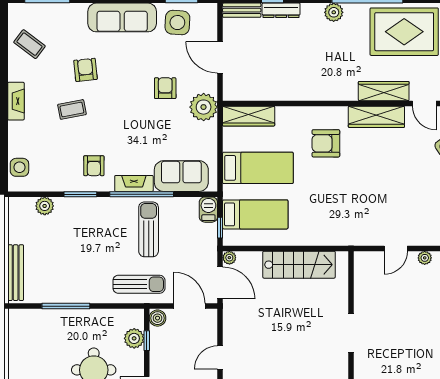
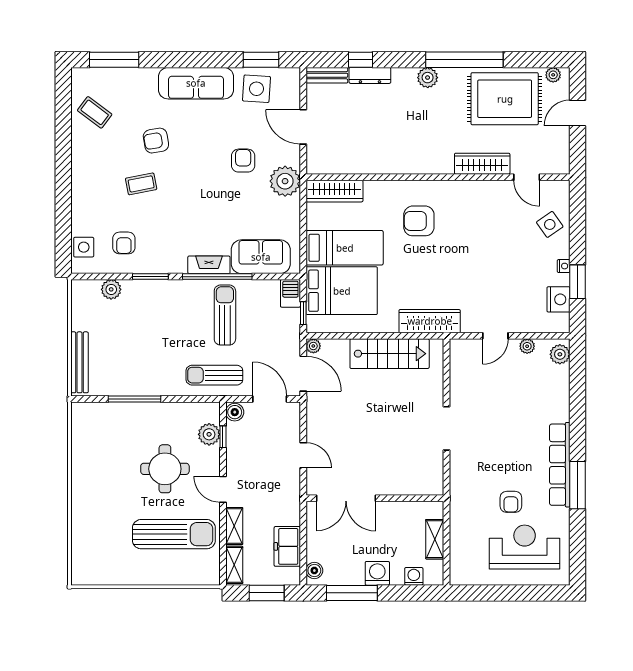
armchair: (86, 70) -> (156, 141), turned -94
fireplace: (16, 101) -> (80, 175), removed
wardrobe: (376, 117) -> (430, 321), moved, turned 180
armchair: (94, 166) -> (124, 243), moved
bed: (255, 214) -> (342, 291), width x1.50
sun lounger: (139, 284) -> (214, 375), turned 180
door: (220, 357) -> (303, 455), swing flipped

